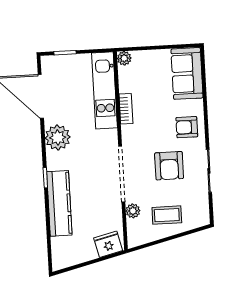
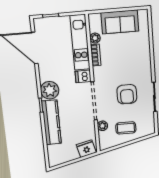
plant: (124, 58) -> (95, 38), moved
sofa: (187, 73) -> (120, 22), moved, turned -90
armchair: (187, 127) -> (139, 67), removed
plant: (58, 137) -> (50, 90), moved
dishwasher: (107, 138) -> (83, 76), added

